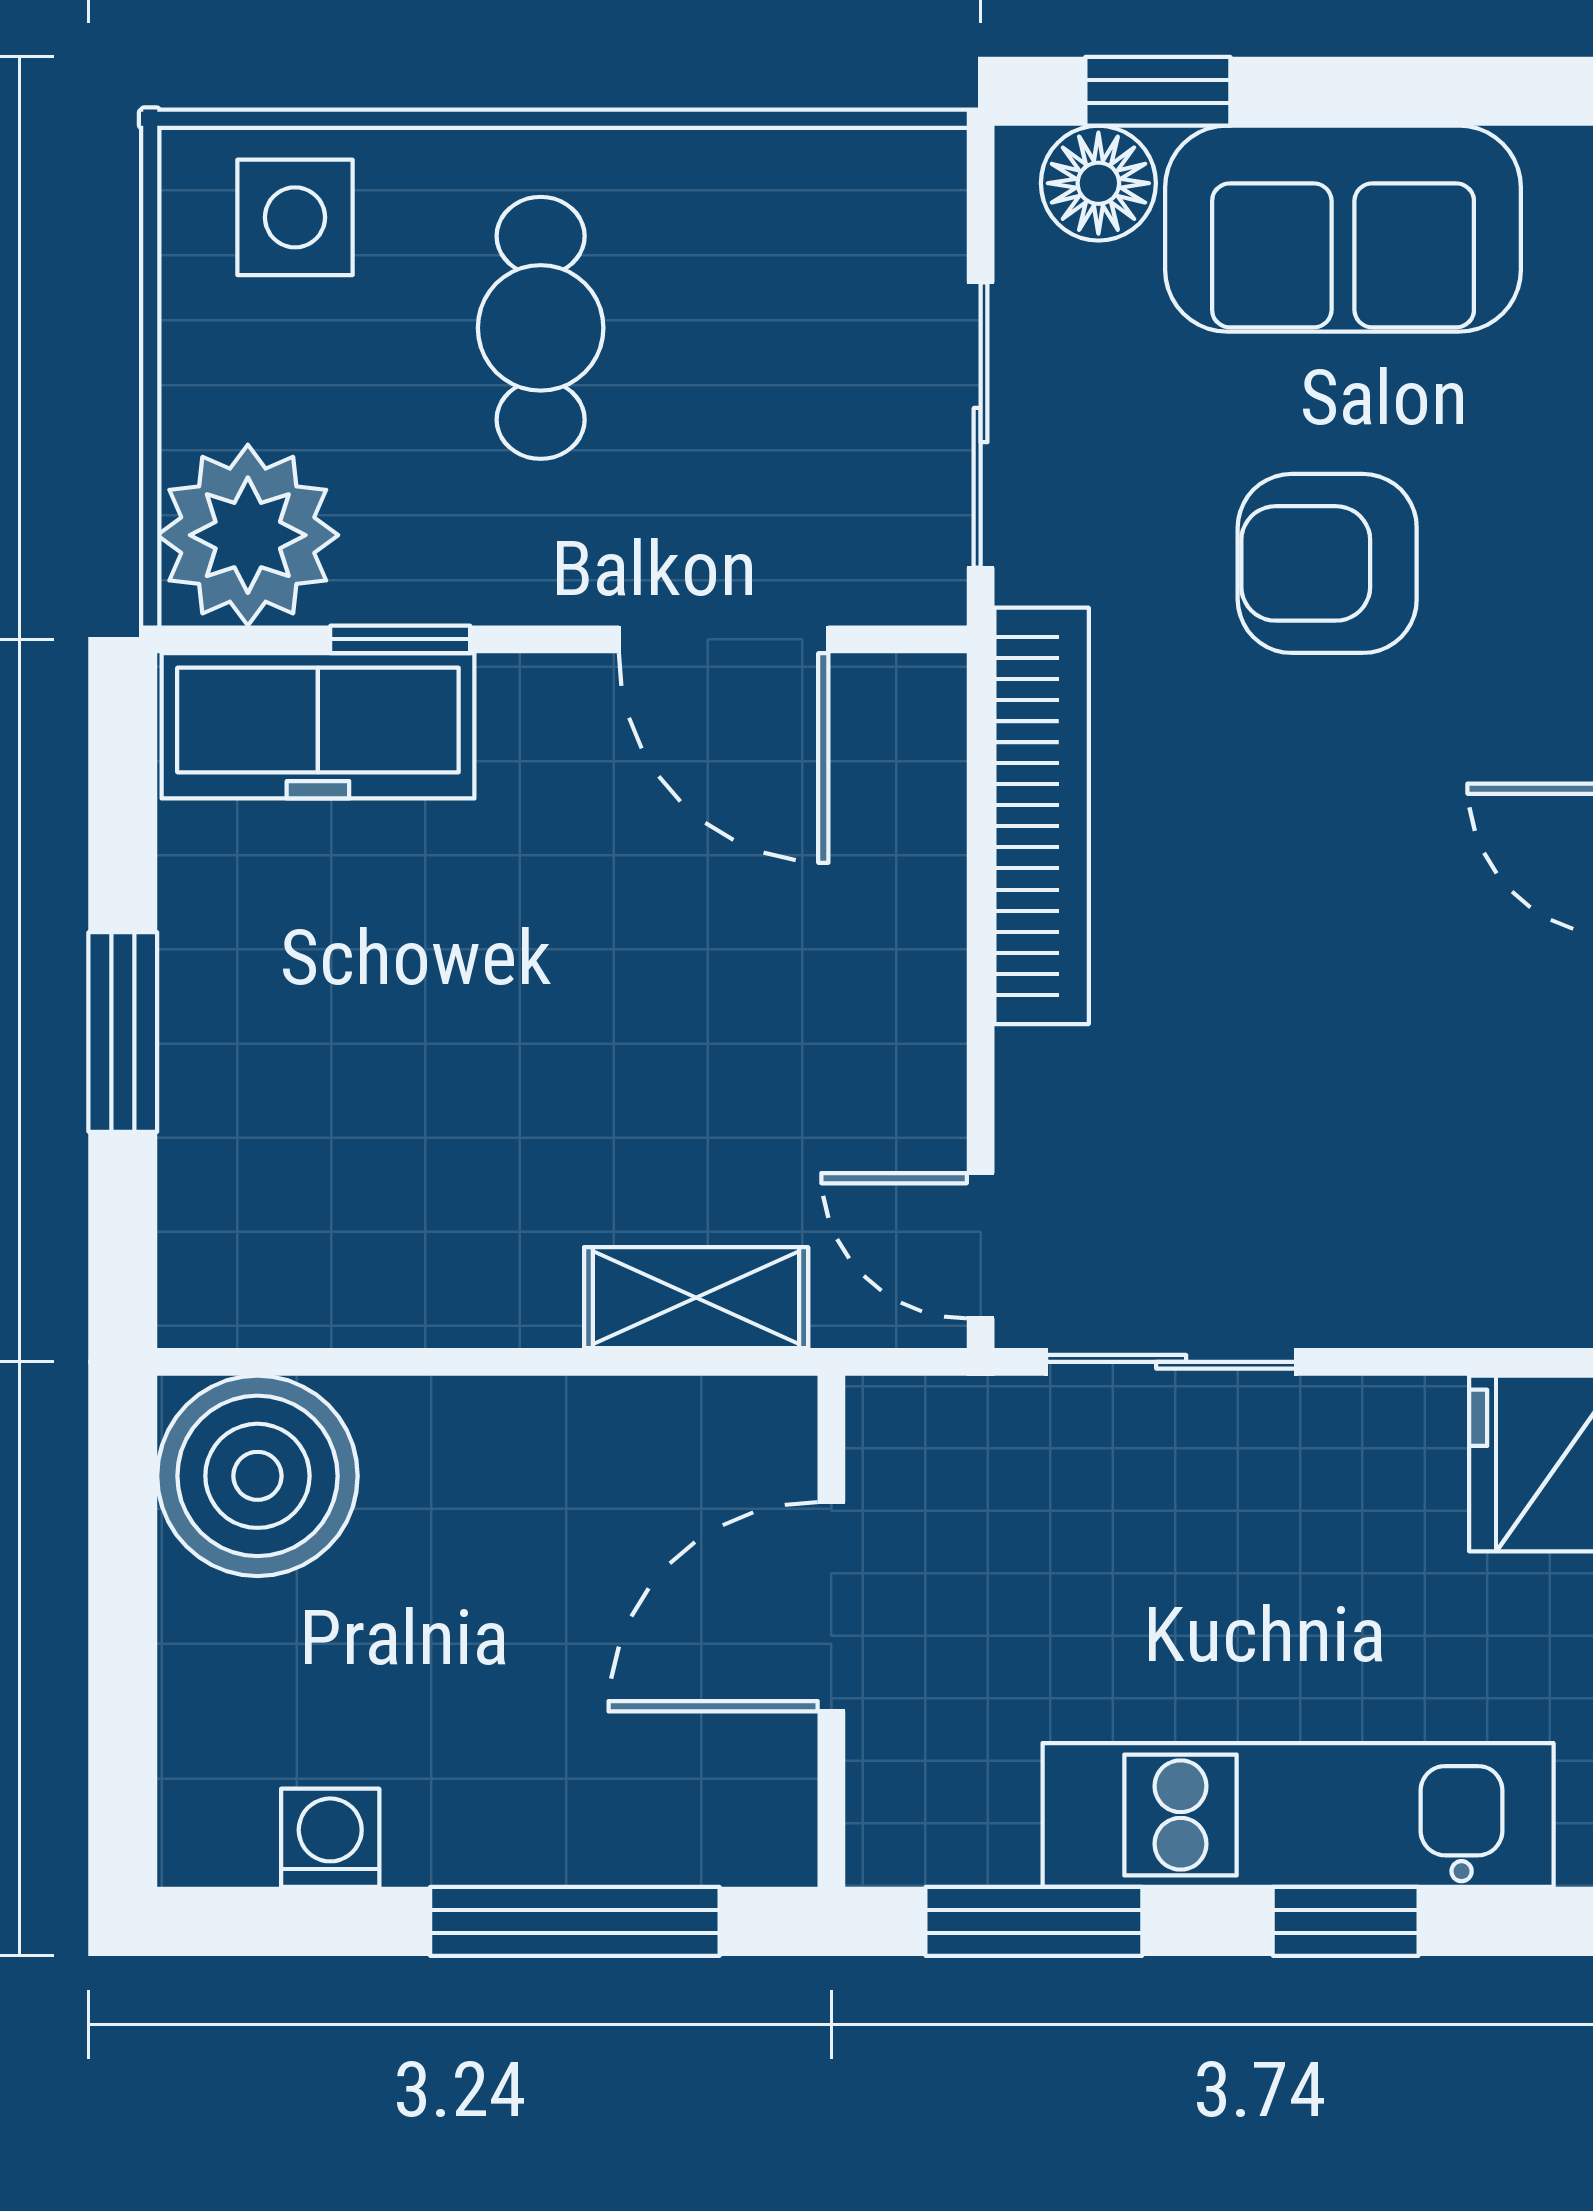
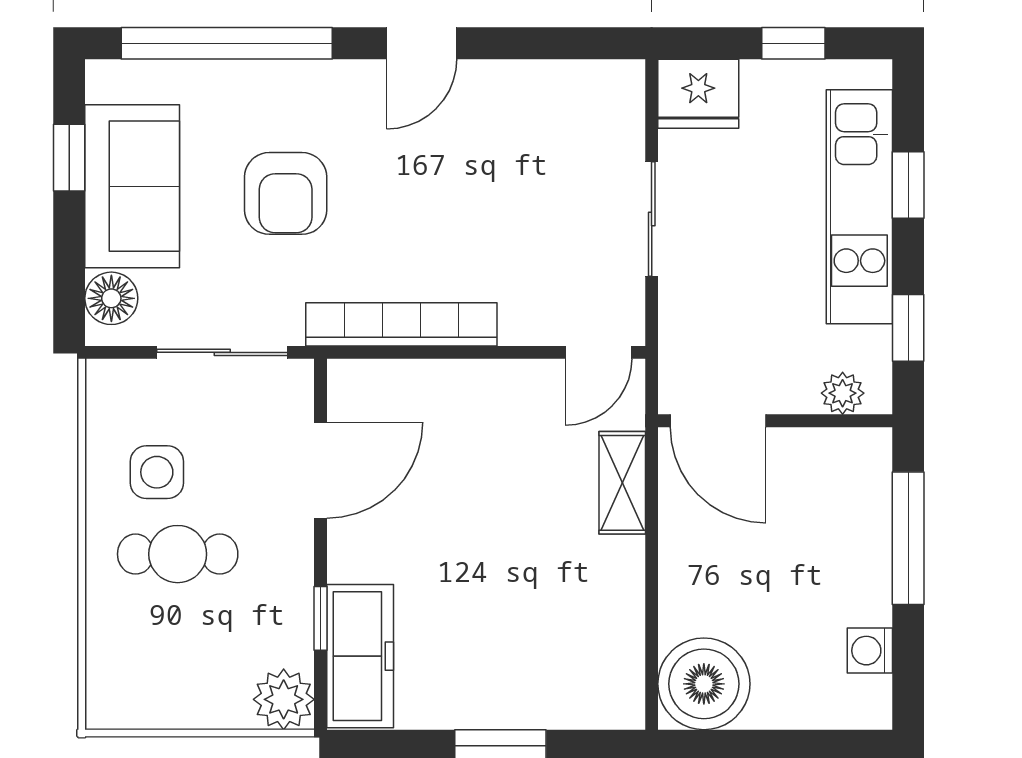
window: (1158, 91) -> (69, 158), moved
side table: (295, 217) -> (157, 472), moved
plant: (248, 535) -> (284, 699), width x0.73, depth x0.73
sliding door: (1171, 1362) -> (652, 219), moved
door: (831, 1607) -> (718, 421), moved
plant: (891, 1778) -> (843, 393), added
window: (1034, 1921) -> (908, 328), width x0.67

